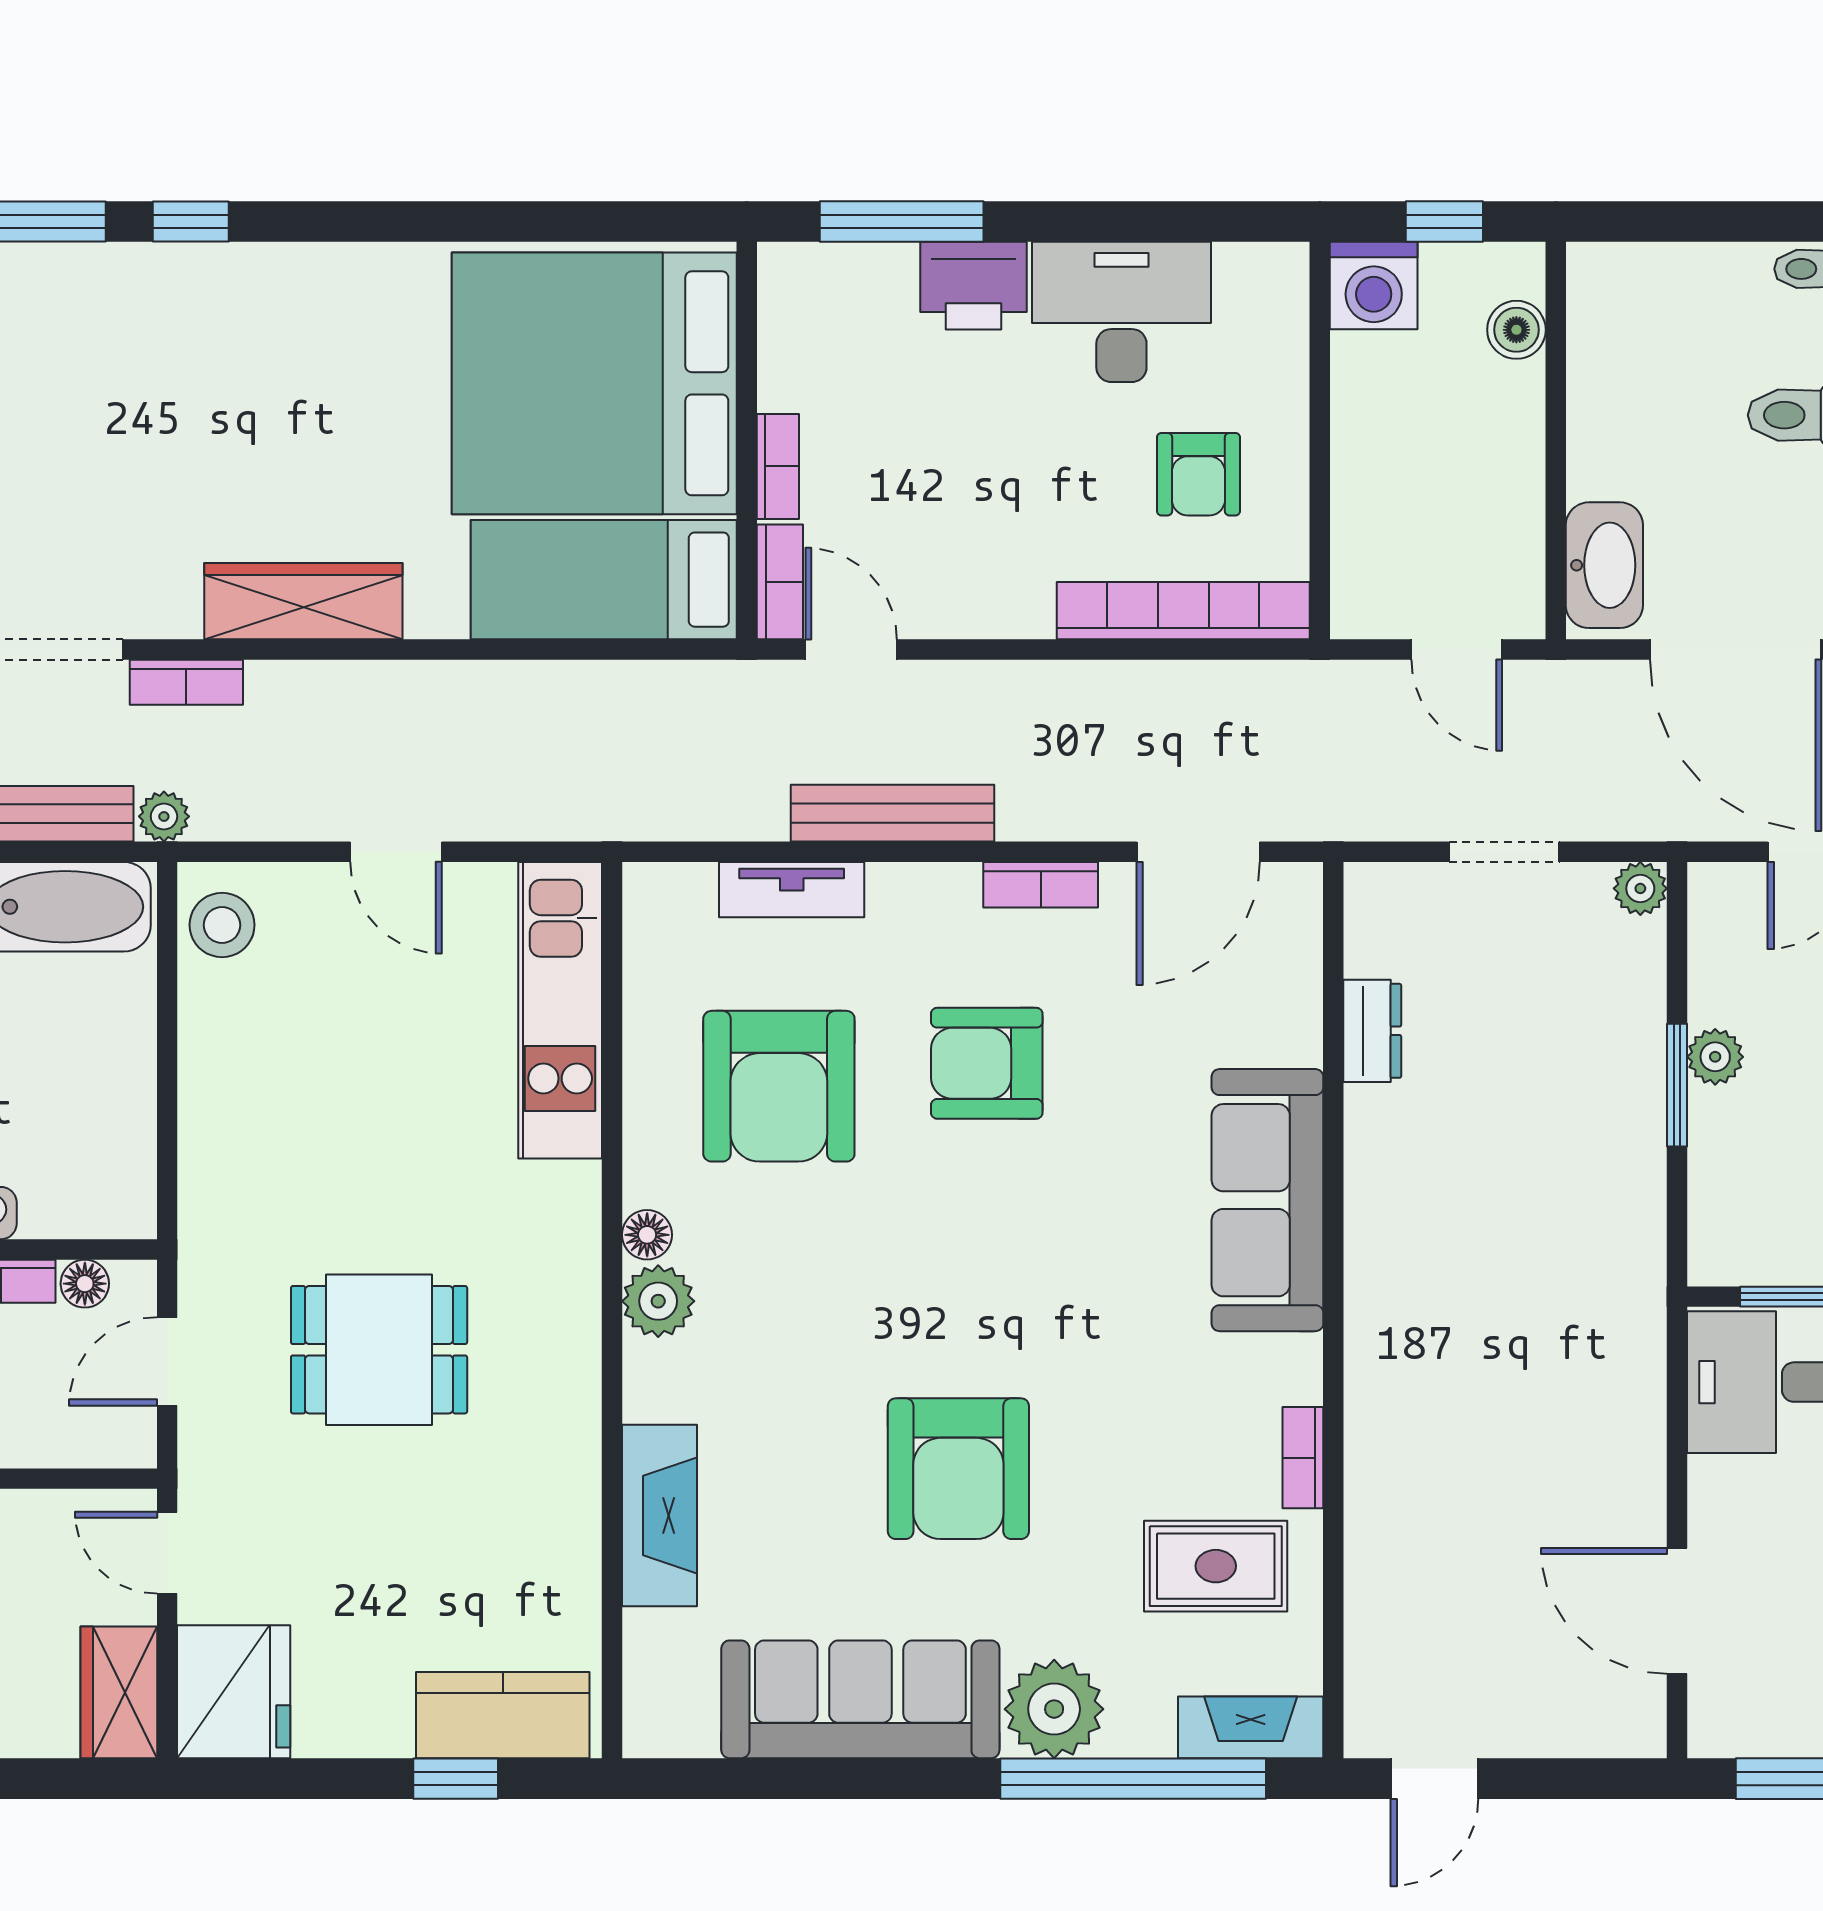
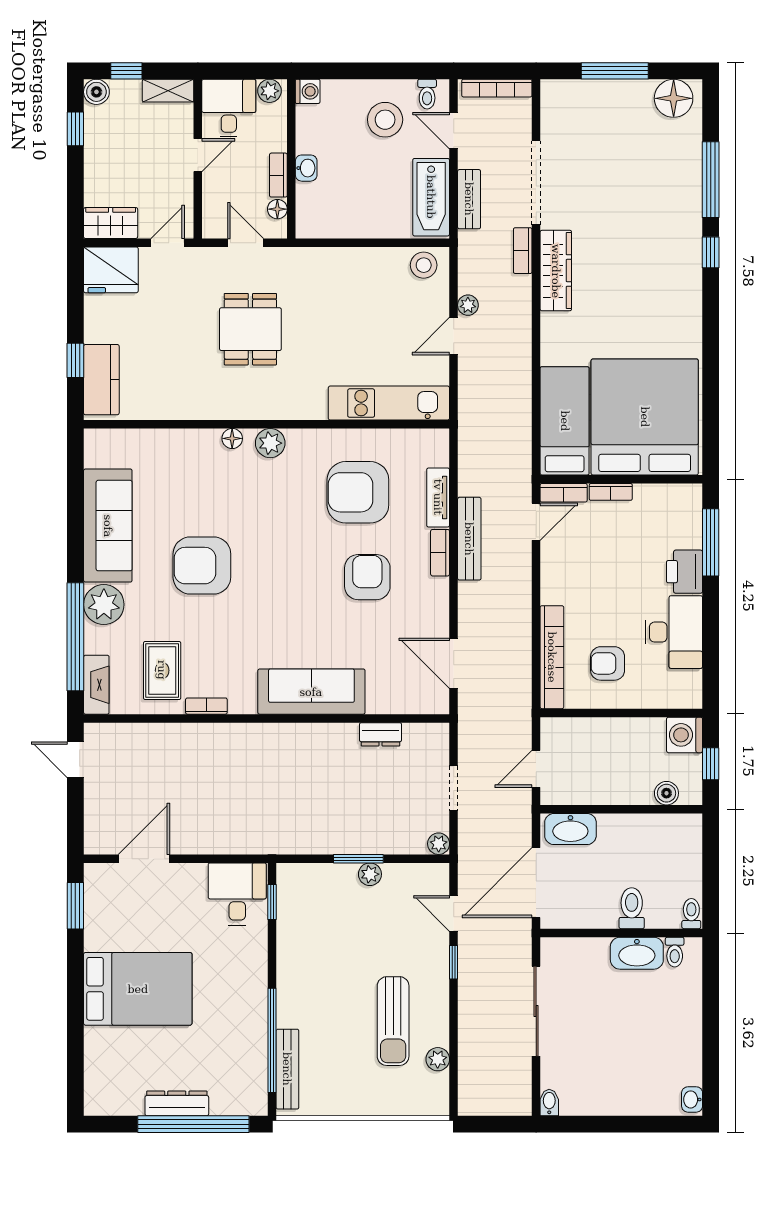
wardrobe: (303, 601) -> (556, 271), moved
plant: (164, 816) -> (468, 305), moved
bookcase: (1041, 885) -> (440, 553), moved
floor lamp: (647, 1235) -> (232, 438), moved
fireplace: (659, 1515) -> (183, 444), removed

